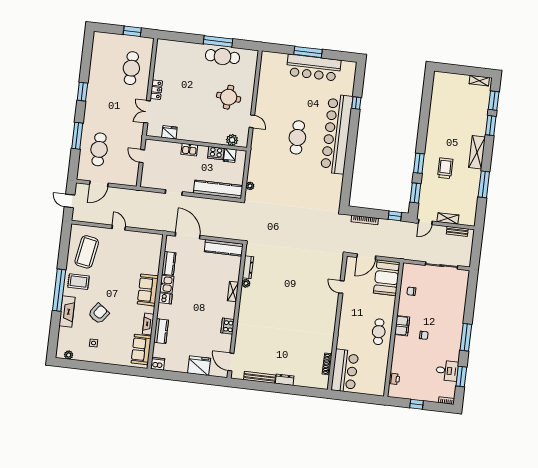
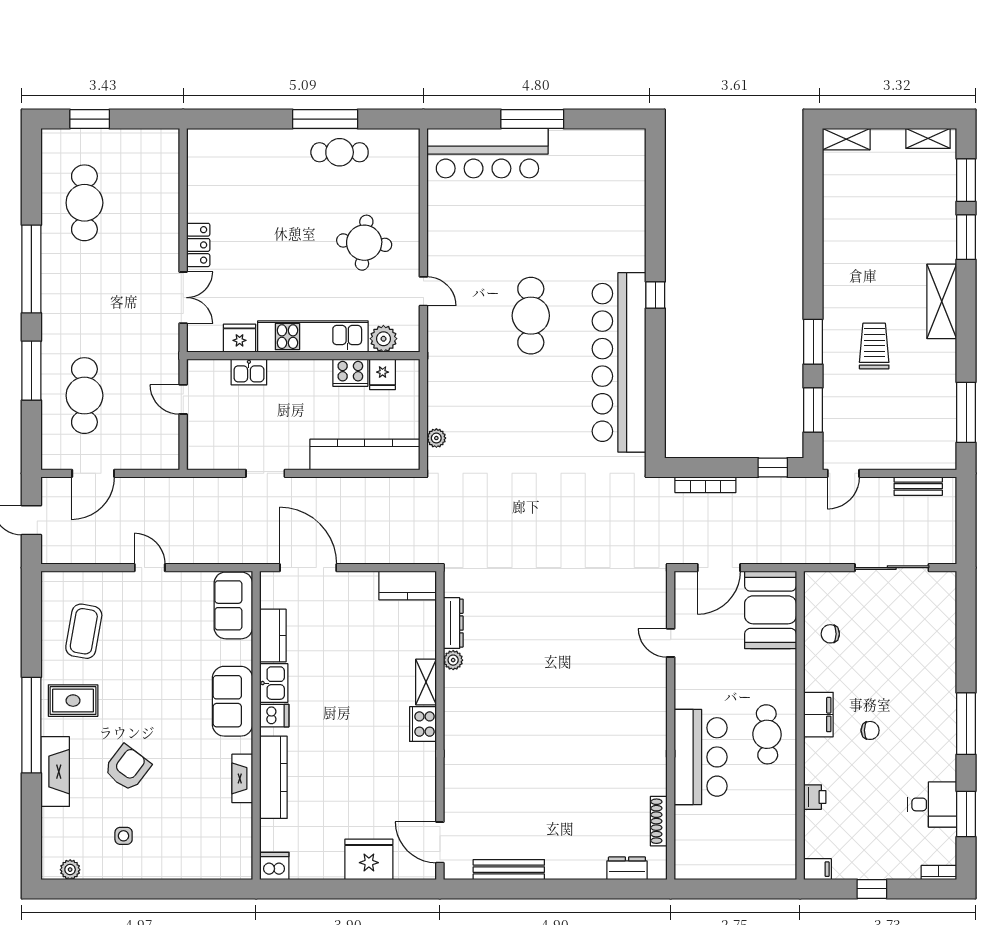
window: (132, 31) -> (90, 119), moved
cafe table: (222, 57) -> (340, 152), width x0.73, depth x0.74
cafe table: (131, 68) -> (84, 203), moved
bar counter: (314, 68) -> (487, 153), moved
window: (82, 92) -> (31, 269), width x2.11
window: (356, 103) -> (655, 295), moved
double door: (147, 112) -> (183, 298), swing flipped
bar counter: (337, 134) -> (619, 362), moved
kitchen unit: (201, 135) -> (313, 337), added
kitchen sink: (189, 150) -> (249, 372), moved
window: (484, 184) -> (966, 412), moved
shelving: (448, 218) -> (846, 139), moved
kitchen counter: (224, 248) -> (408, 585), width x0.67
coffee table: (87, 252) -> (84, 631), width x0.73, depth x0.76
cooker: (228, 326) -> (423, 724), moved
kitchen counter: (161, 331) -> (273, 777), width x1.50
sofa: (141, 349) -> (233, 605), moved
bar counter: (345, 371) -> (701, 757), moved
printer: (394, 379) -> (815, 797), moved
dresser: (285, 380) -> (627, 868), moved
filing cabinet: (394, 393) -> (817, 869), added

